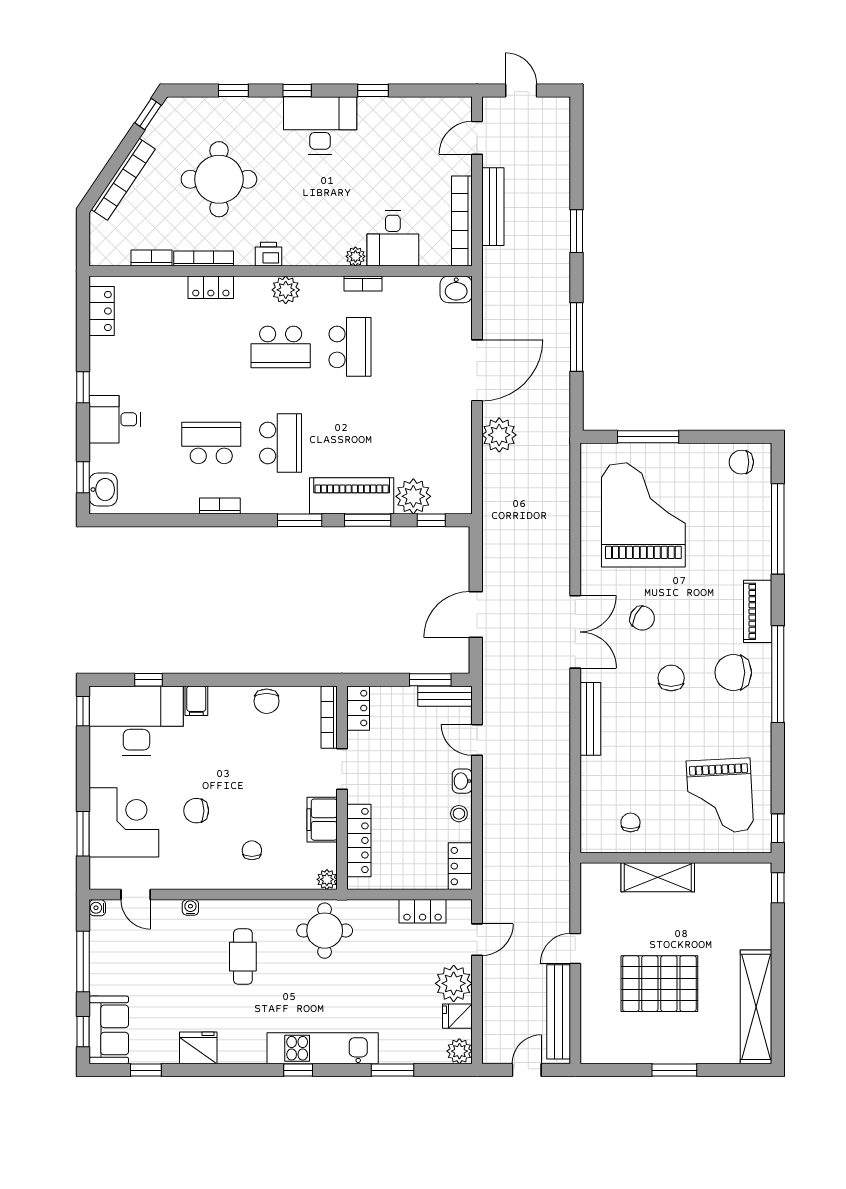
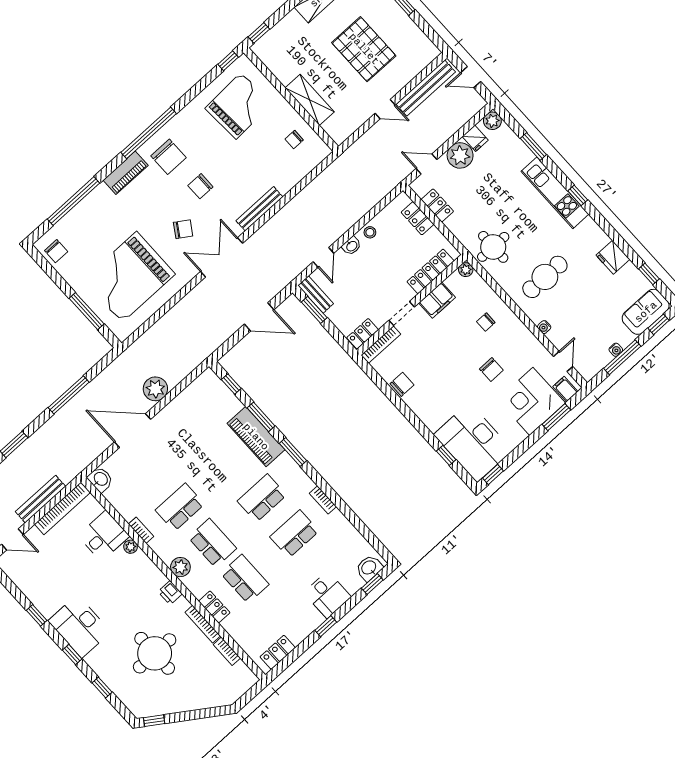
bookcase: (123, 179) -> (199, 703), removed
school desk: (211, 347) -> (245, 579), added
school desk: (211, 443) -> (294, 534), turned 90
plant: (413, 496) -> (227, 404), removed
chair: (642, 618) -> (183, 229), turned 96
filing cabinet: (196, 701) -> (565, 389), moved, turned -90
locker: (460, 866) -> (417, 218), moved, turned 90
water cooler: (97, 908) -> (616, 350), moved
cafe table: (243, 957) -> (545, 277), width x1.37, depth x1.35

